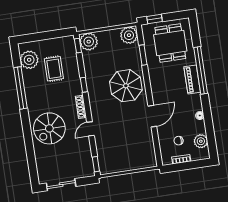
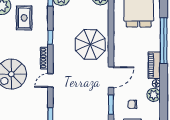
window: (143, 55) -> (111, 105), moved
piano: (192, 79) -> (154, 65), moved
plant: (201, 141) -> (154, 95), moved

